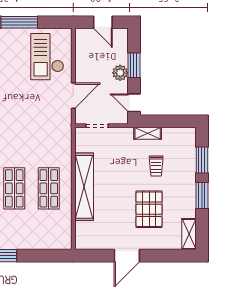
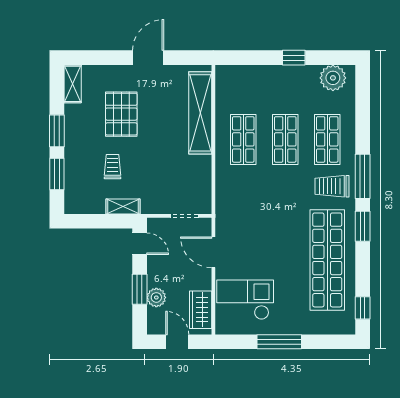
wardrobe: (84, 49) -> (201, 310), added
checkout: (47, 57) -> (245, 300), turned -90
plant: (120, 73) -> (156, 297), moved
door: (73, 96) -> (213, 252), hinge flipped
shelving: (84, 187) -> (200, 113), moved

